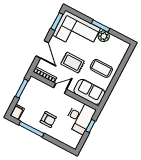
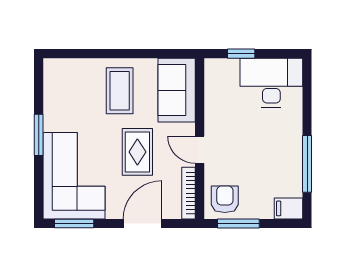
plant: (104, 36) -> (55, 119), removed
desk: (80, 117) -> (271, 83), moved
armchair: (48, 119) -> (225, 199), moved

